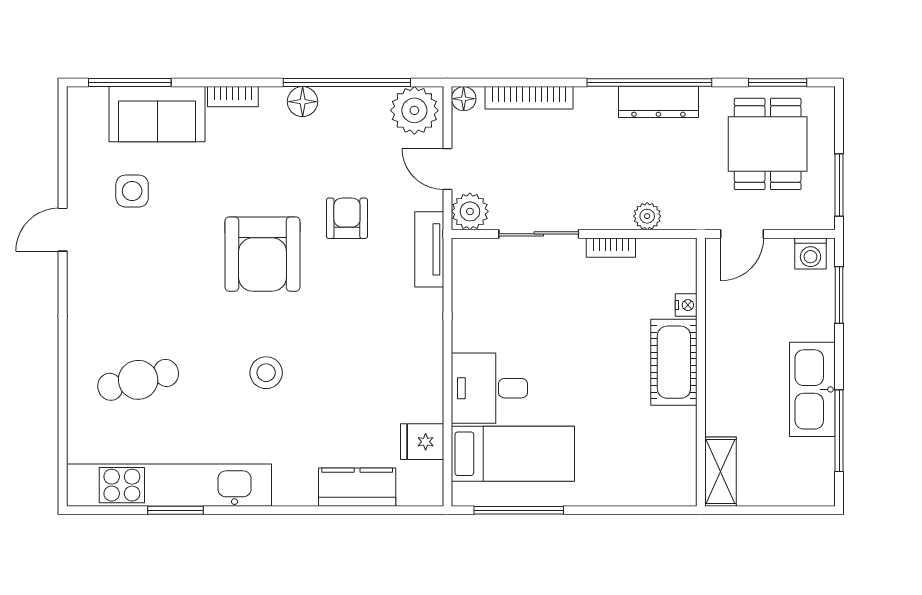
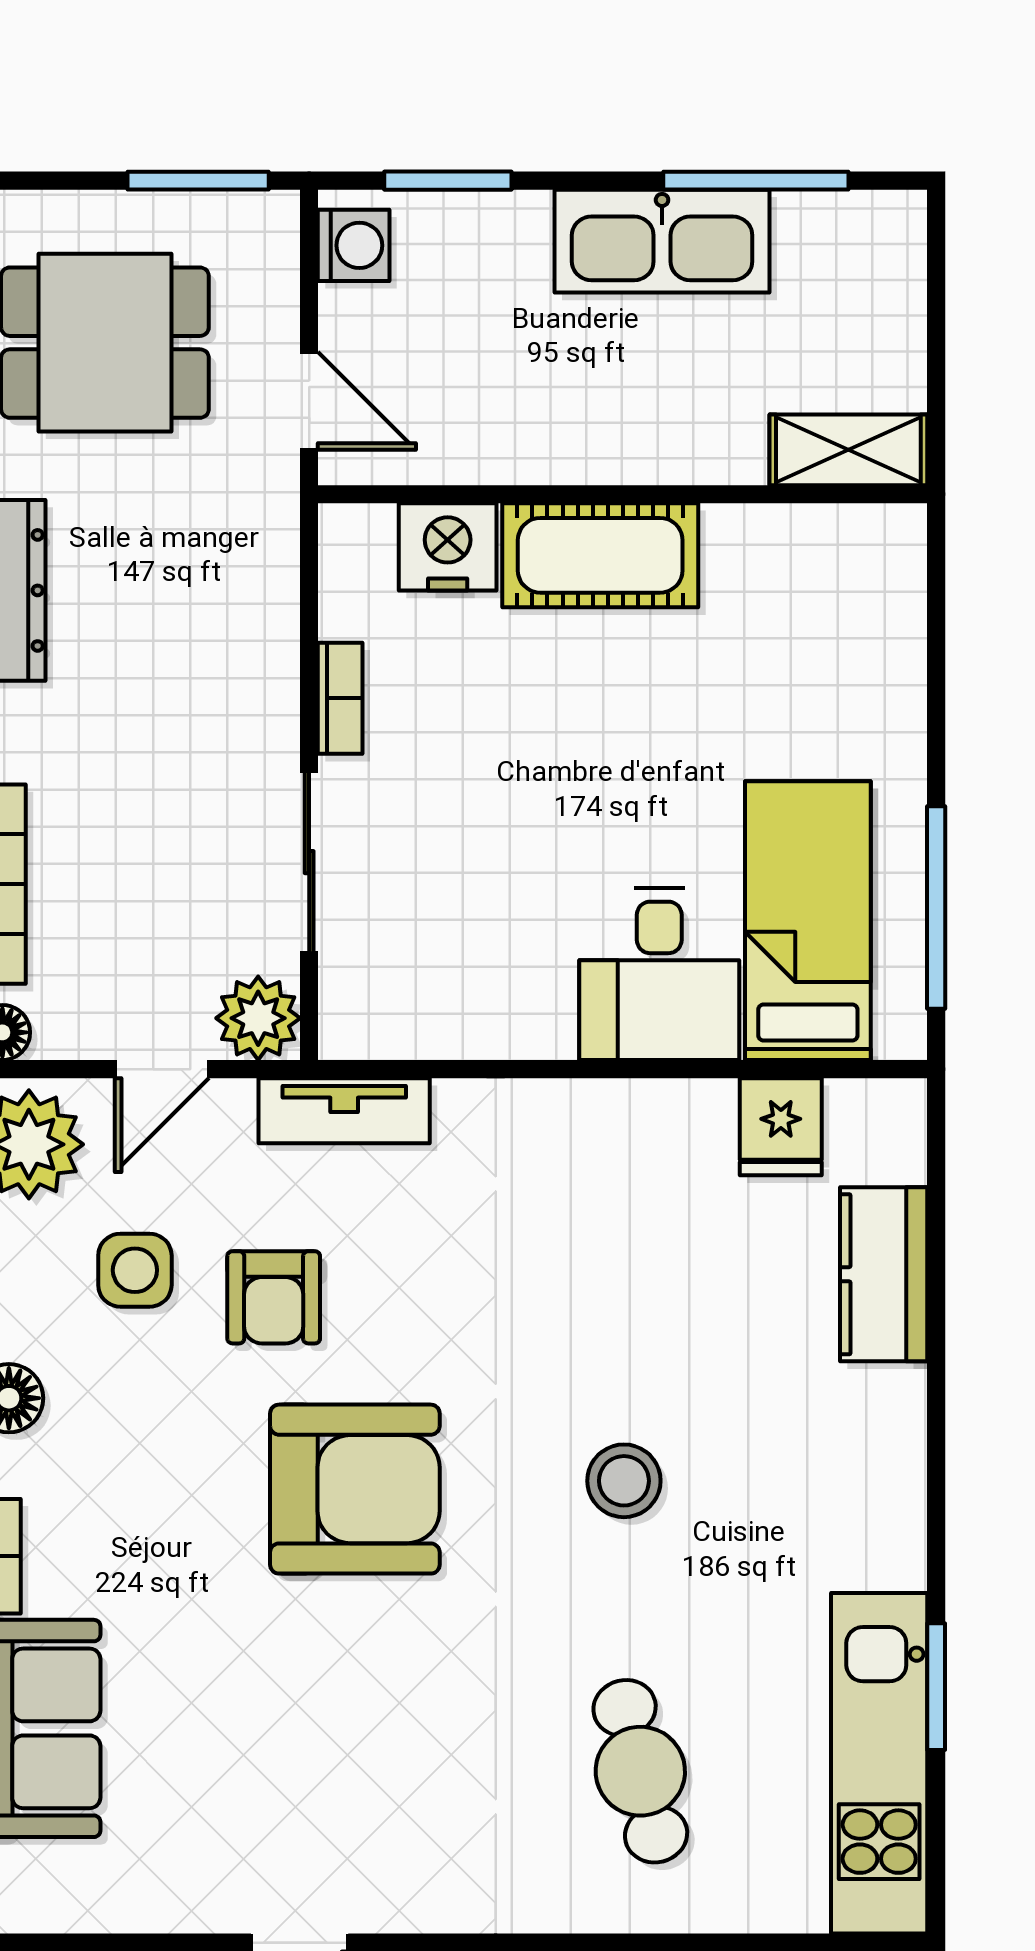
side table: (132, 191) -> (135, 1270), moved
plant: (647, 216) -> (269, 616), removed
armchair: (347, 218) -> (274, 1297), turned -90
nightstand: (686, 305) -> (448, 547), width x1.89, depth x1.79
kitchen unit: (169, 485) -> (879, 1763), width x0.73

